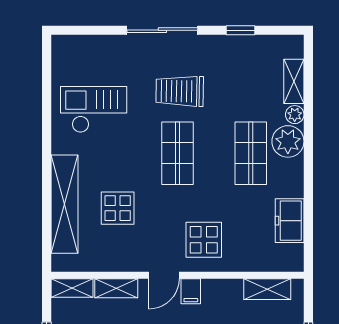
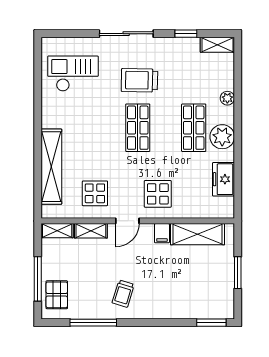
shelving: (294, 81) -> (217, 45), moved, turned 90
checkout: (94, 109) -> (73, 74), moved
plant: (288, 141) -> (222, 137), moved
display table: (118, 208) -> (95, 193), moved
shelving: (267, 289) -> (197, 234), width x1.50, depth x1.33
filing cabinet: (191, 291) -> (162, 233), moved

